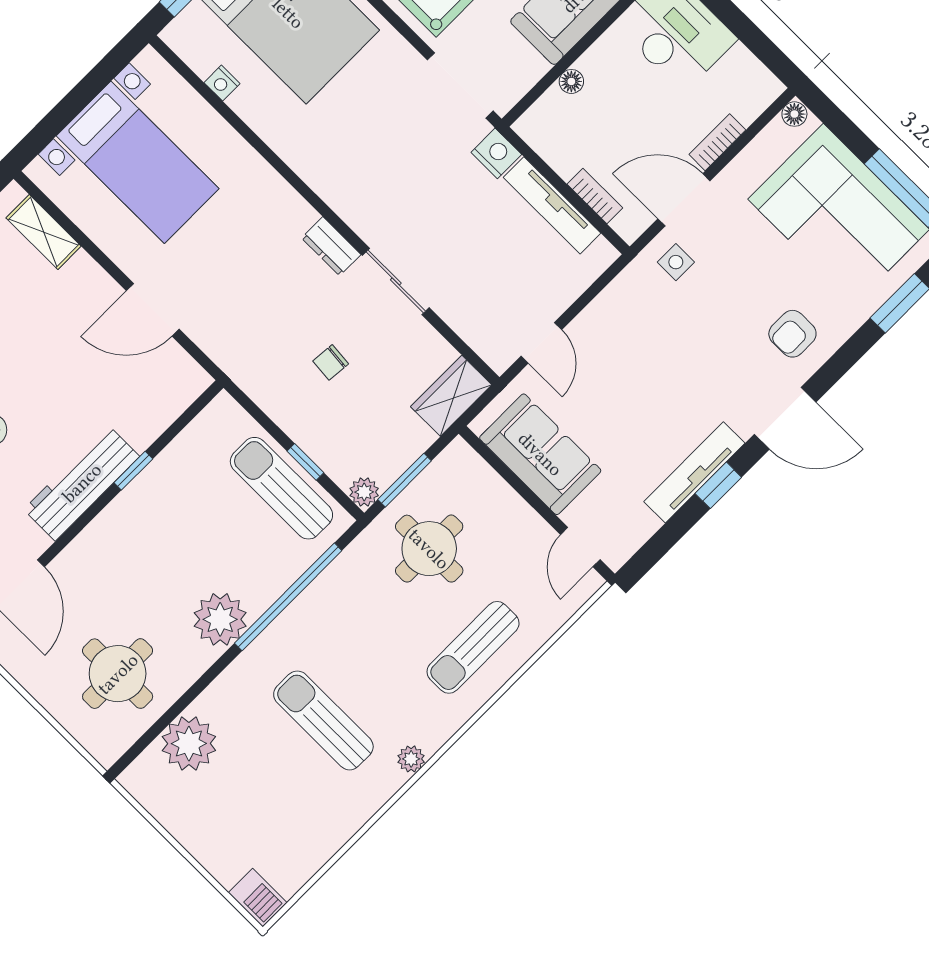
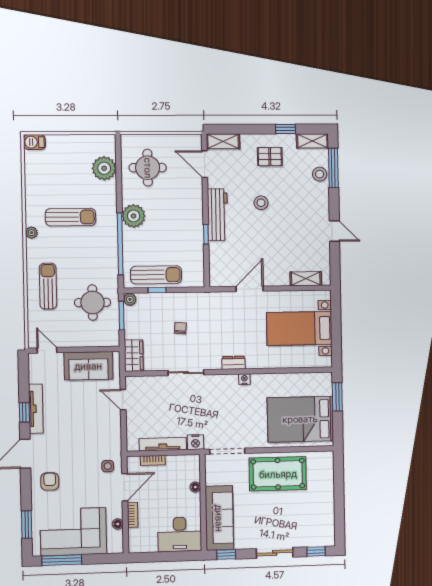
nightstand: (222, 83) -> (244, 379), moved
floor lamp: (794, 114) -> (118, 524), moved
dresser: (331, 246) -> (234, 363), moved

